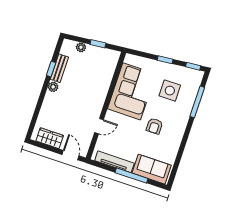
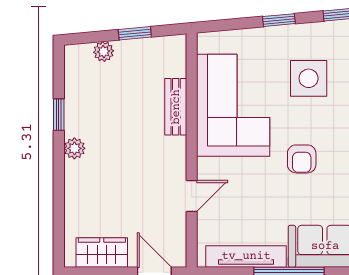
bench: (59, 68) -> (176, 107), moved

